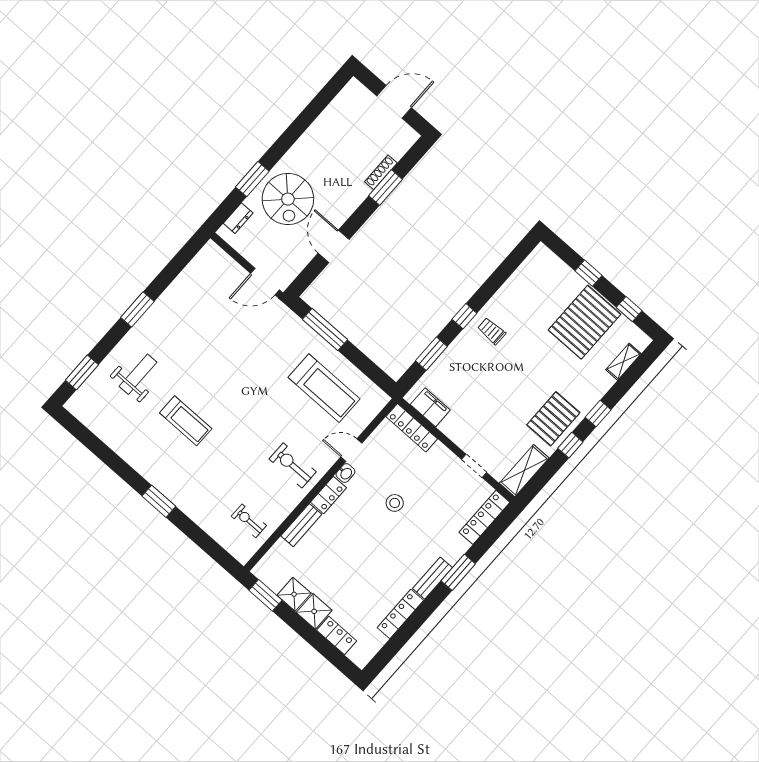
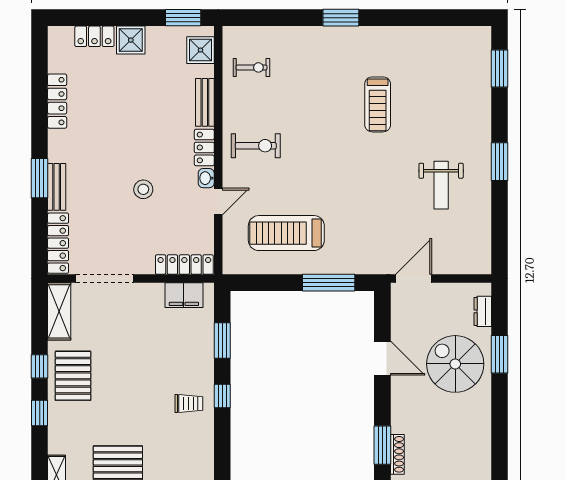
weight bench: (138, 374) -> (441, 185), moved
treadmill: (186, 421) -> (378, 104), turned -90
doorway: (474, 466) -> (104, 278), width x1.88
bench: (433, 578) -> (57, 187), moved
shower: (294, 594) -> (201, 50), moved

